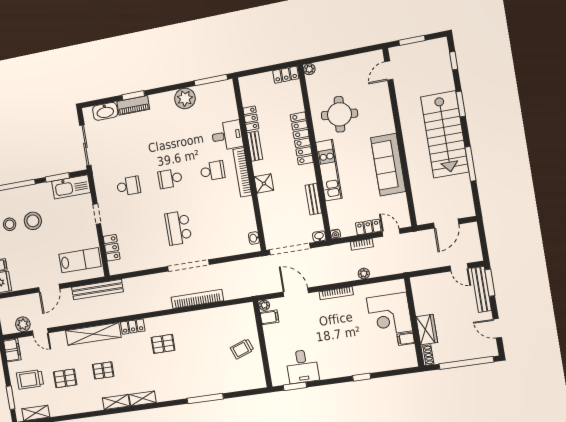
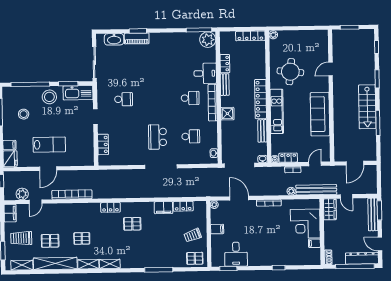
door: (389, 71) -> (331, 69), moved
locker: (286, 75) -> (250, 36), width x1.53
plant: (185, 98) -> (208, 40), moved
stairs: (445, 134) -> (367, 107), width x0.73, depth x0.66
locker: (302, 138) -> (261, 99), moved
school desk: (170, 179) -> (191, 136), moved, turned 180
stool: (33, 221) -> (49, 97), moved
locker: (368, 227) -> (288, 158), moved
door: (391, 232) -> (315, 164), hinge flipped
lab bench: (80, 260) -> (49, 145), moved
door: (459, 267) -> (346, 196), moved
bench: (97, 289) -> (316, 190), moved
bookcase: (197, 299) -> (72, 195), moved
locker: (224, 313) -> (183, 206), added
filing cabinet: (269, 317) -> (217, 229), moved
filing cabinet: (199, 318) -> (163, 208), added
wardrobe: (427, 330) -> (330, 209), moved
door: (40, 332) -> (36, 202), hinge flipped
shelving: (93, 334) -> (55, 264), moved
dresser: (475, 351) -> (362, 258), added
pallet: (249, 378) -> (195, 258), added

